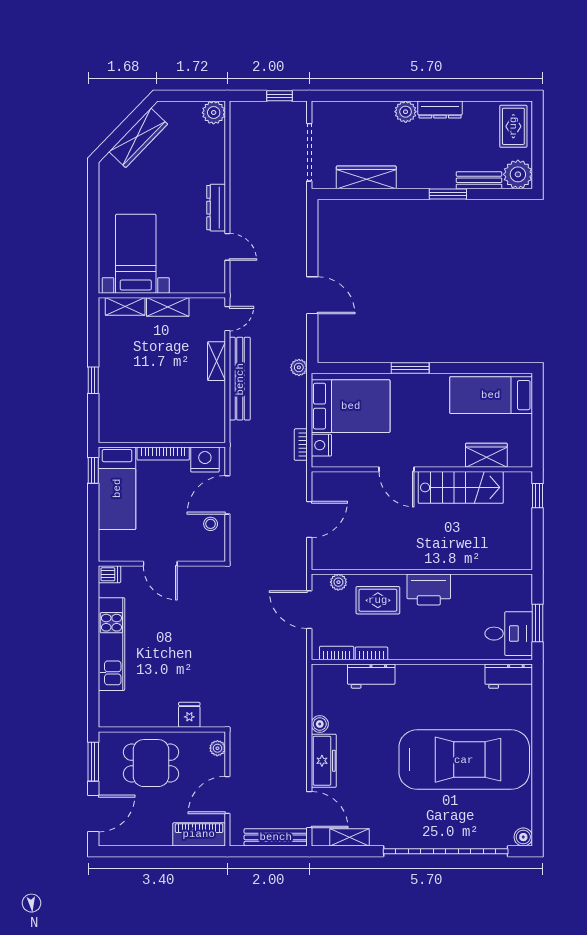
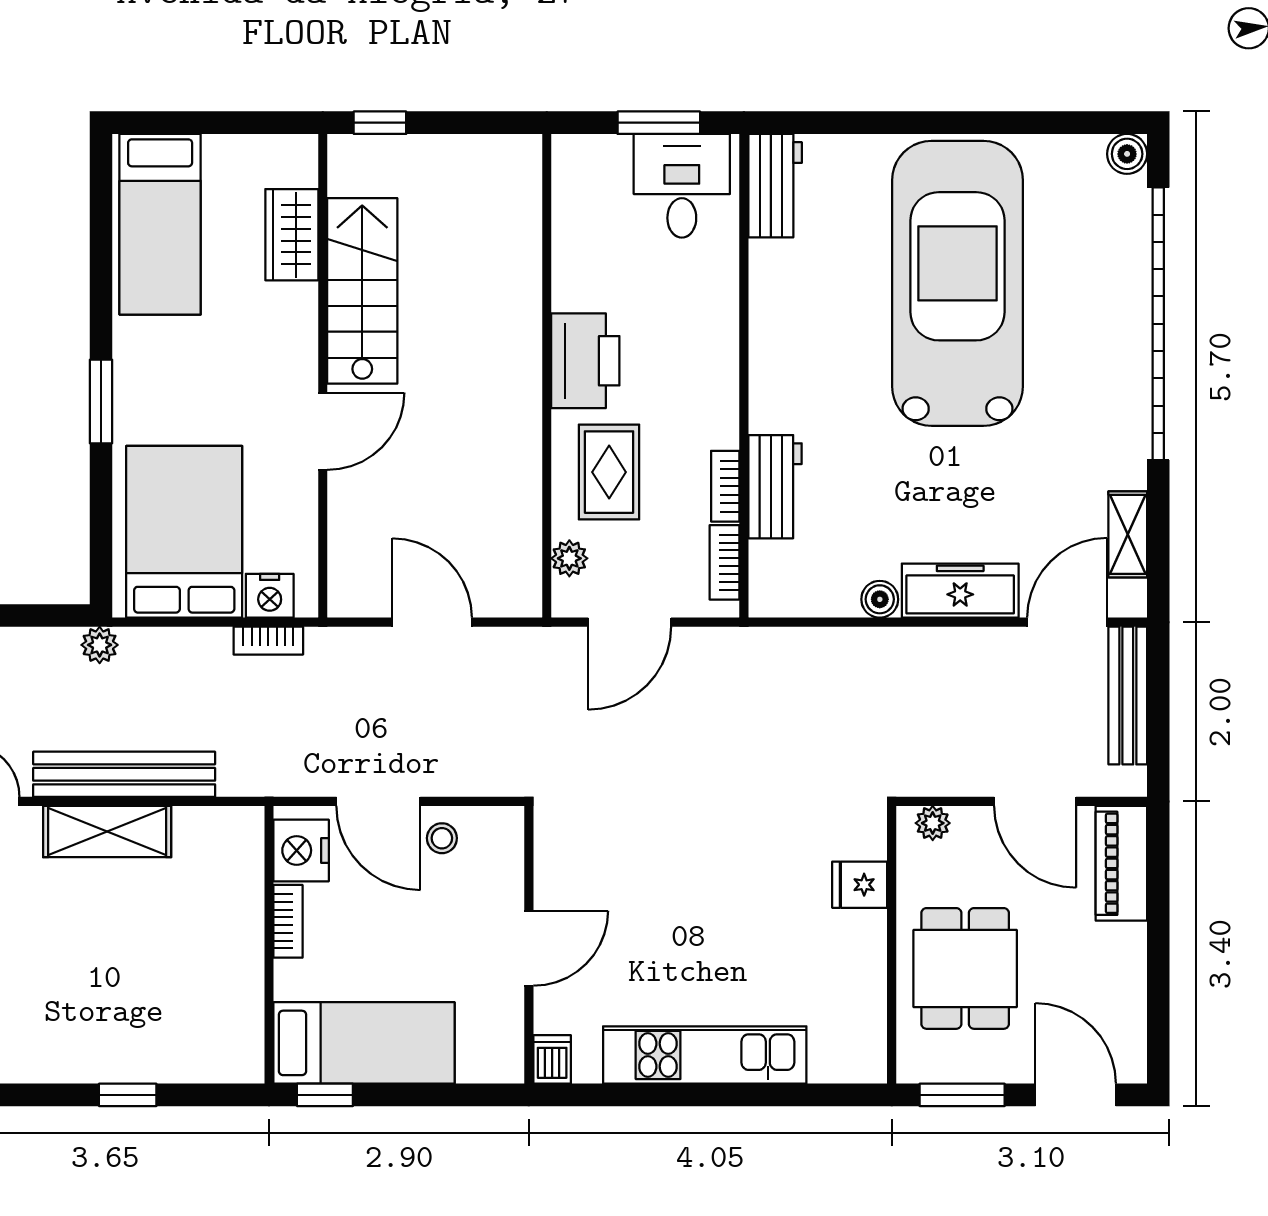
shelving: (217, 361) -> (107, 832), width x1.50, depth x1.33
bookcase: (163, 454) -> (288, 921), width x0.64

